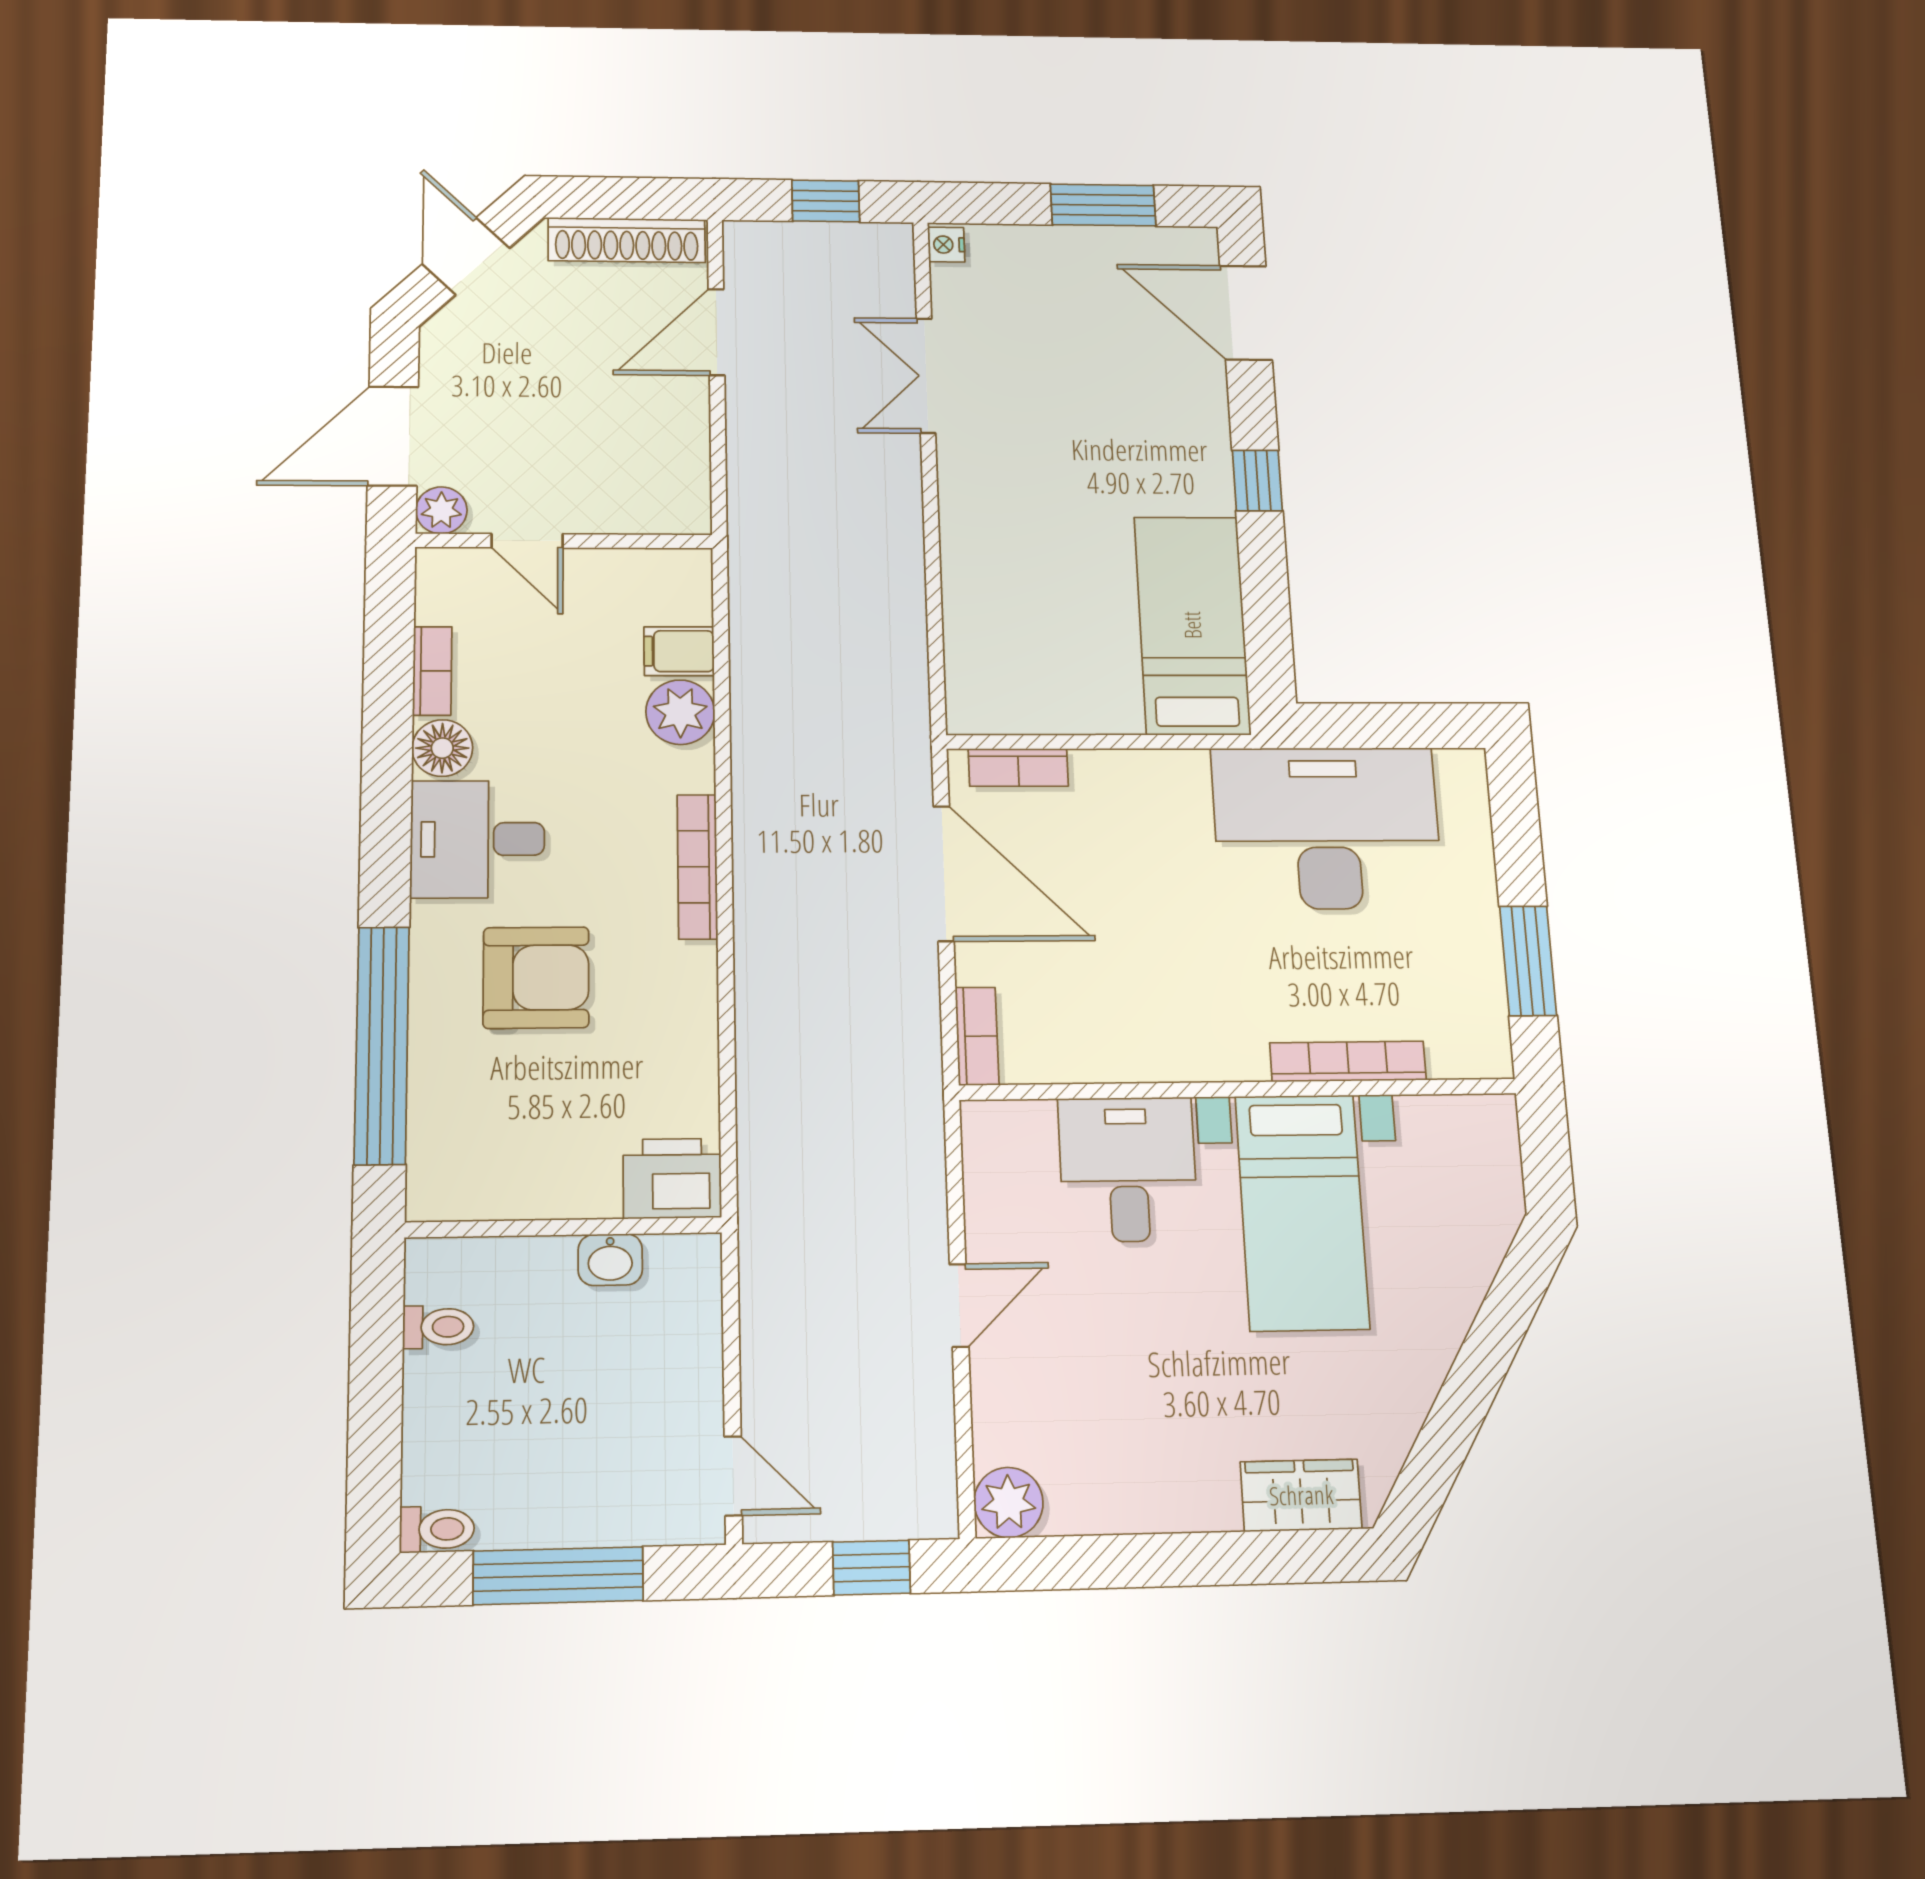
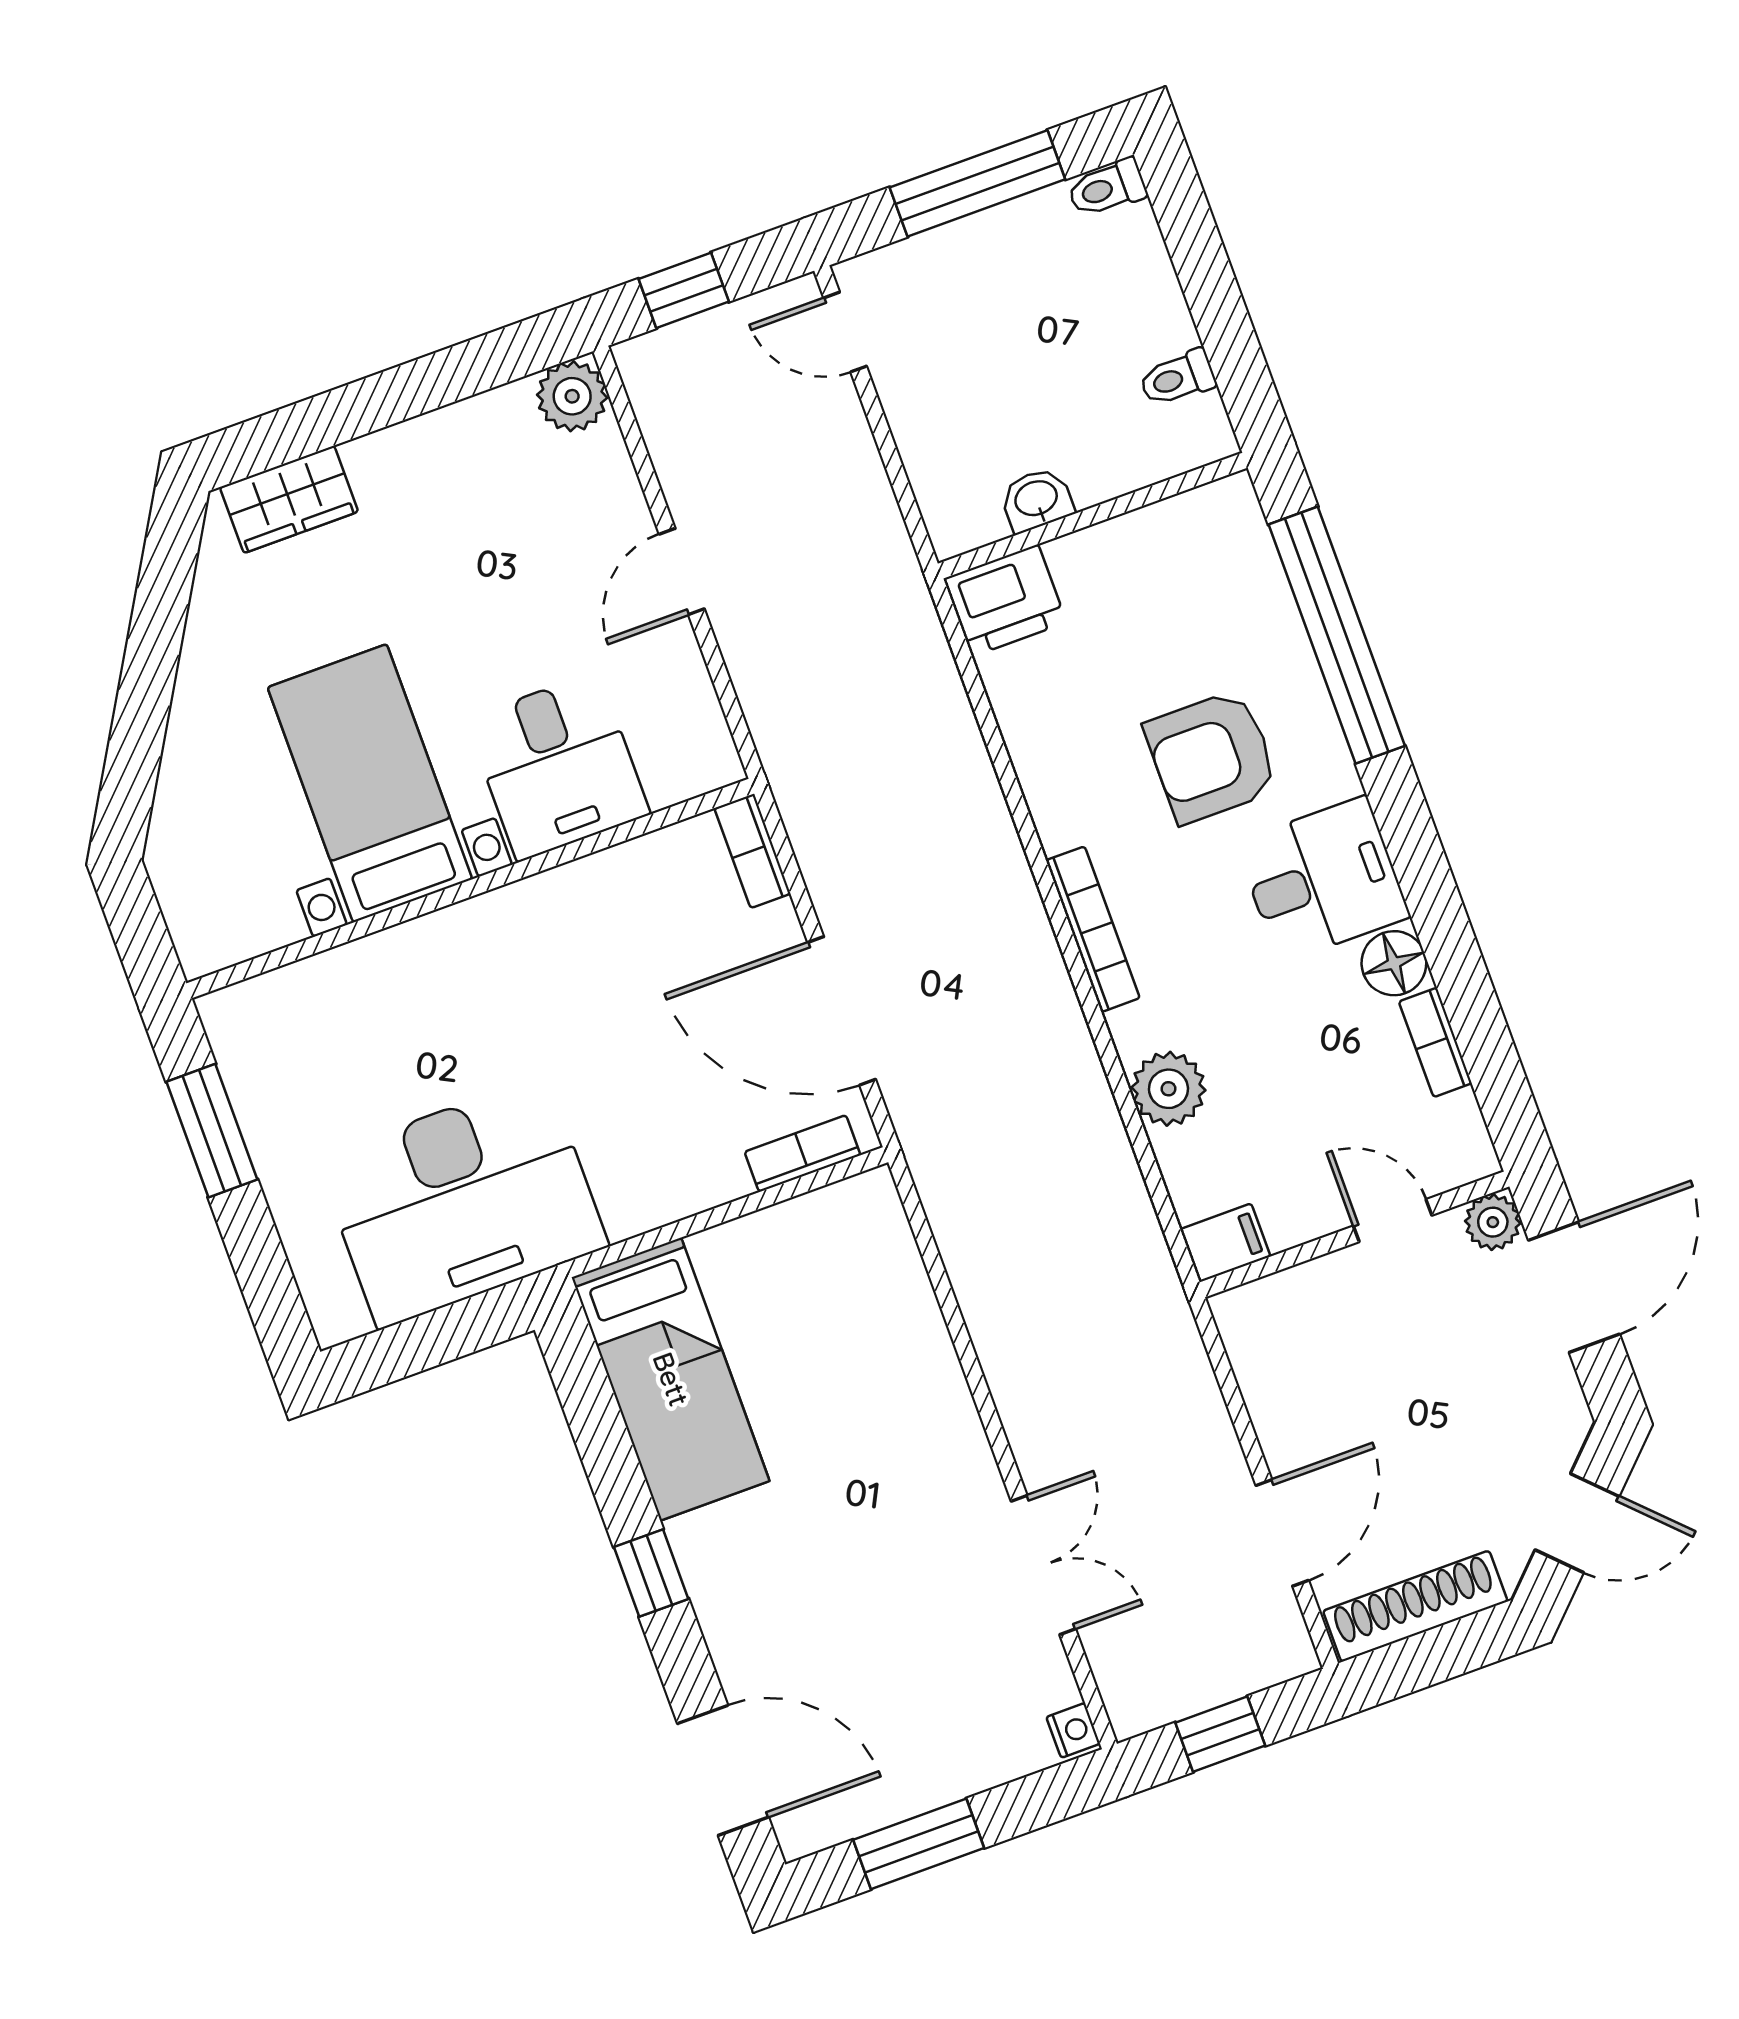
door: (466, 256) -> (1577, 1523), hinge flipped
filing cabinet: (679, 651) -> (1225, 1243), moved
bookcase: (1348, 1061) -> (368, 957), removed

